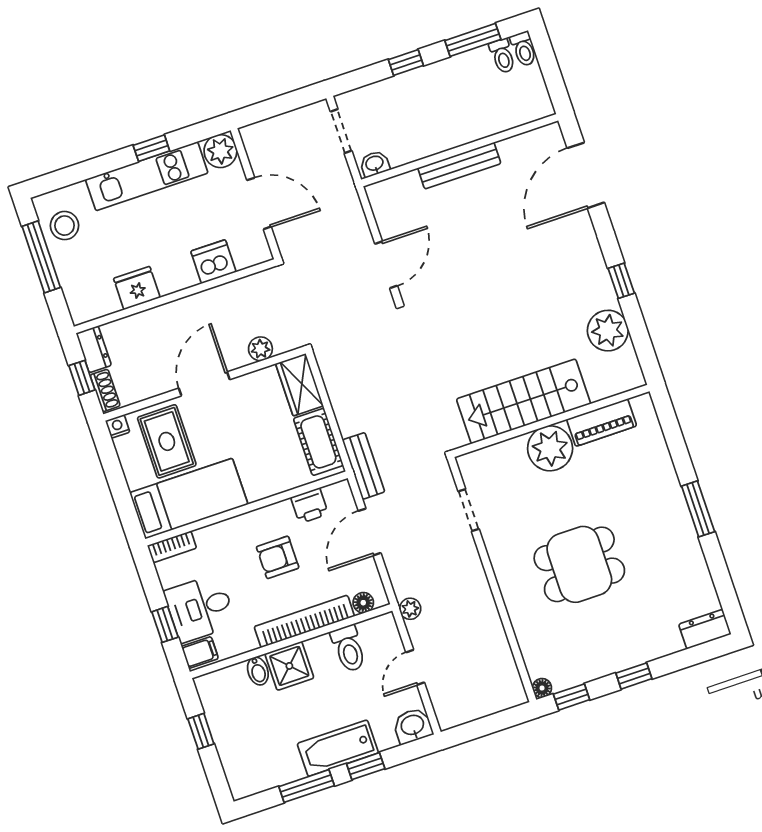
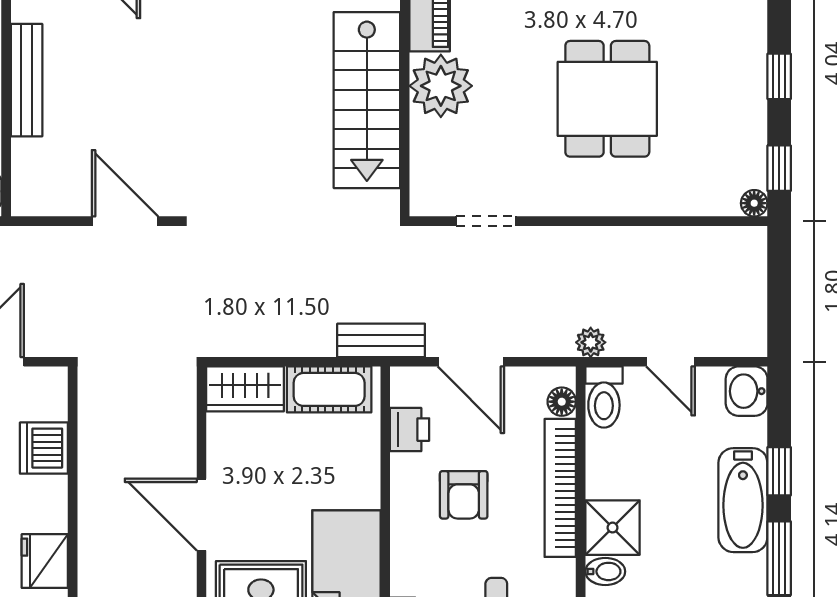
plant: (260, 349) -> (180, 425), removed
toilet: (349, 649) -> (604, 397), moved, turned 90

